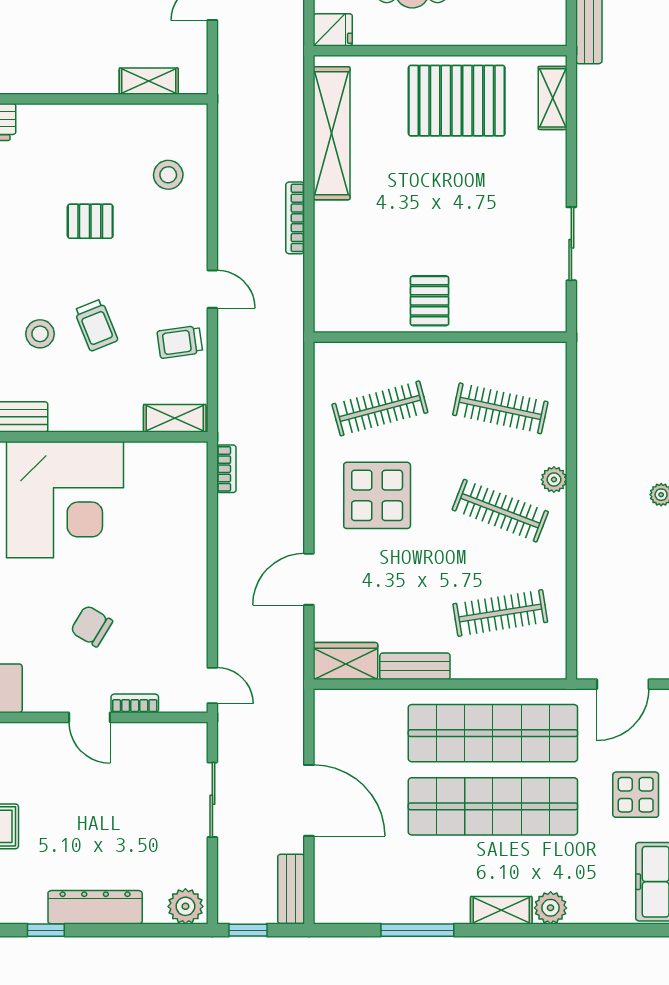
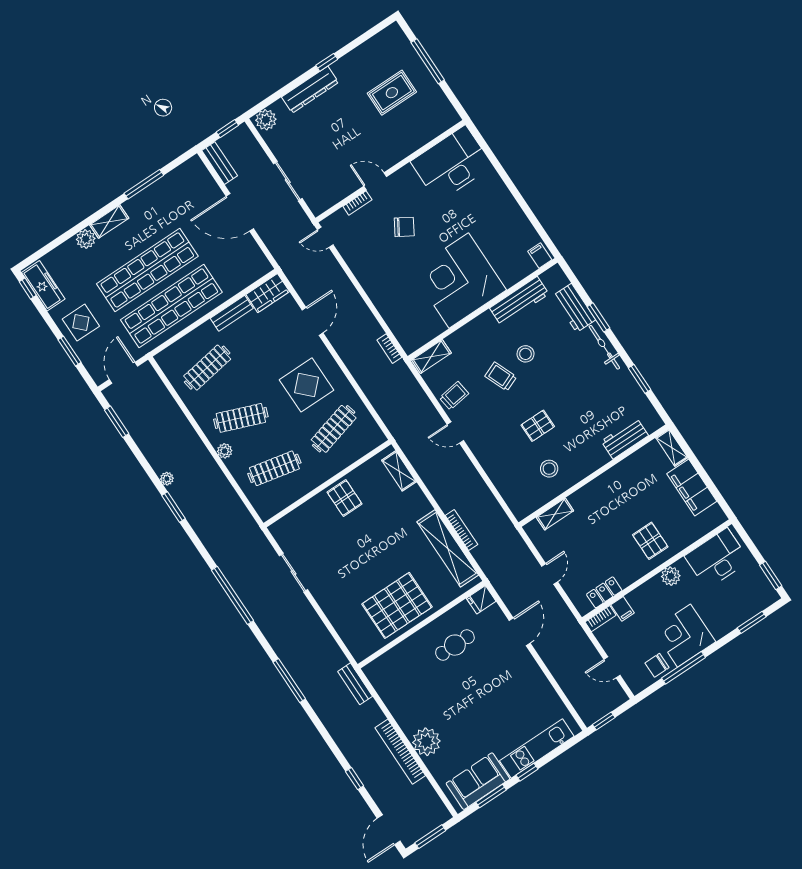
shelving: (553, 98) -> (399, 471), moved
stool: (168, 175) -> (549, 469), moved
bookcase: (295, 218) -> (461, 530), moved

